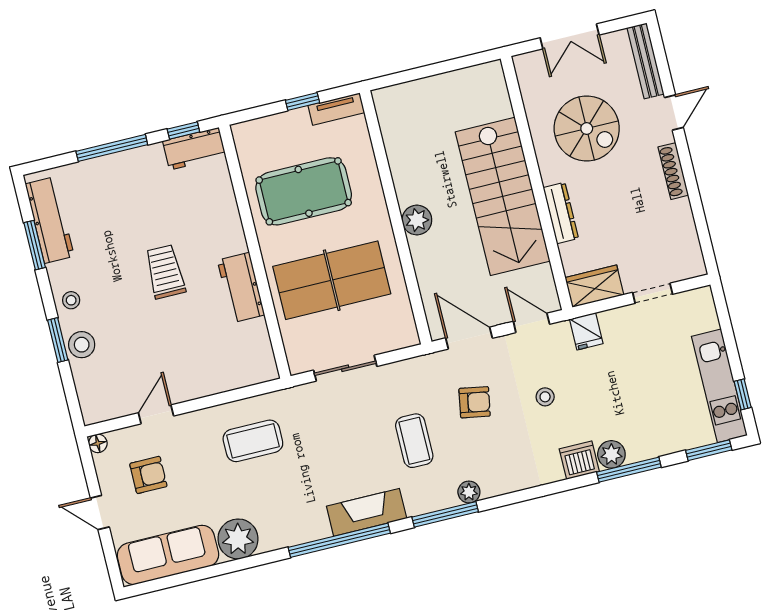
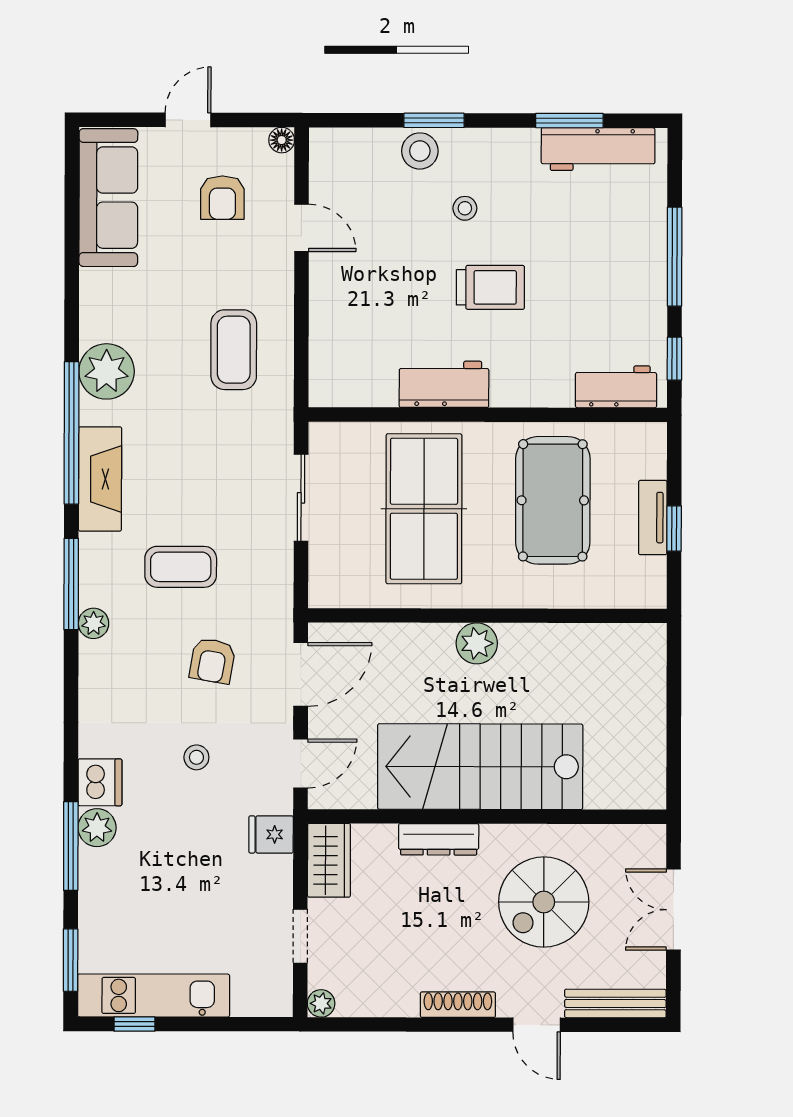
tv unit: (336, 109) -> (653, 518), moved
workbench: (194, 149) -> (616, 387), moved, turned 90
plant: (696, 267) -> (321, 1003), added
stool: (71, 300) -> (465, 208), moved
plant: (238, 539) -> (107, 371), moved

